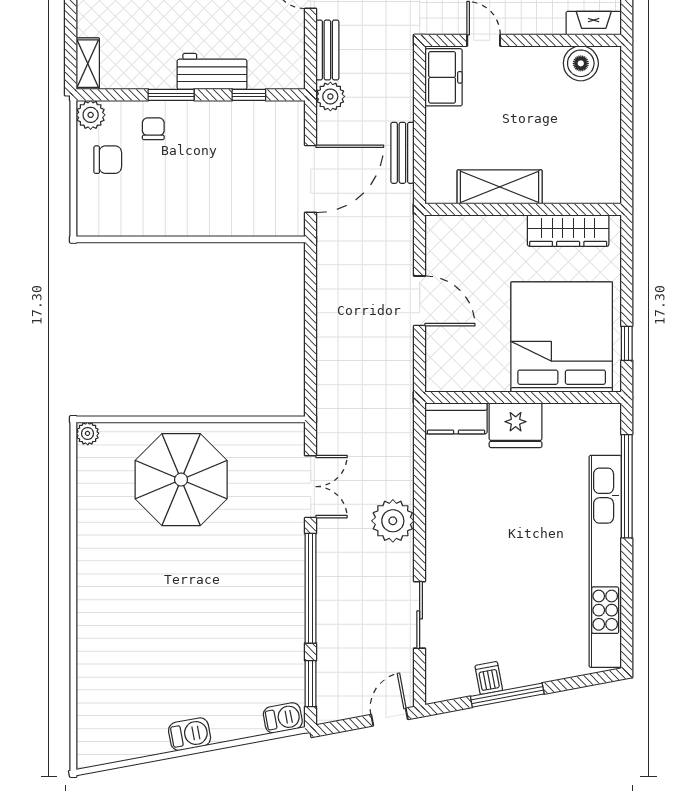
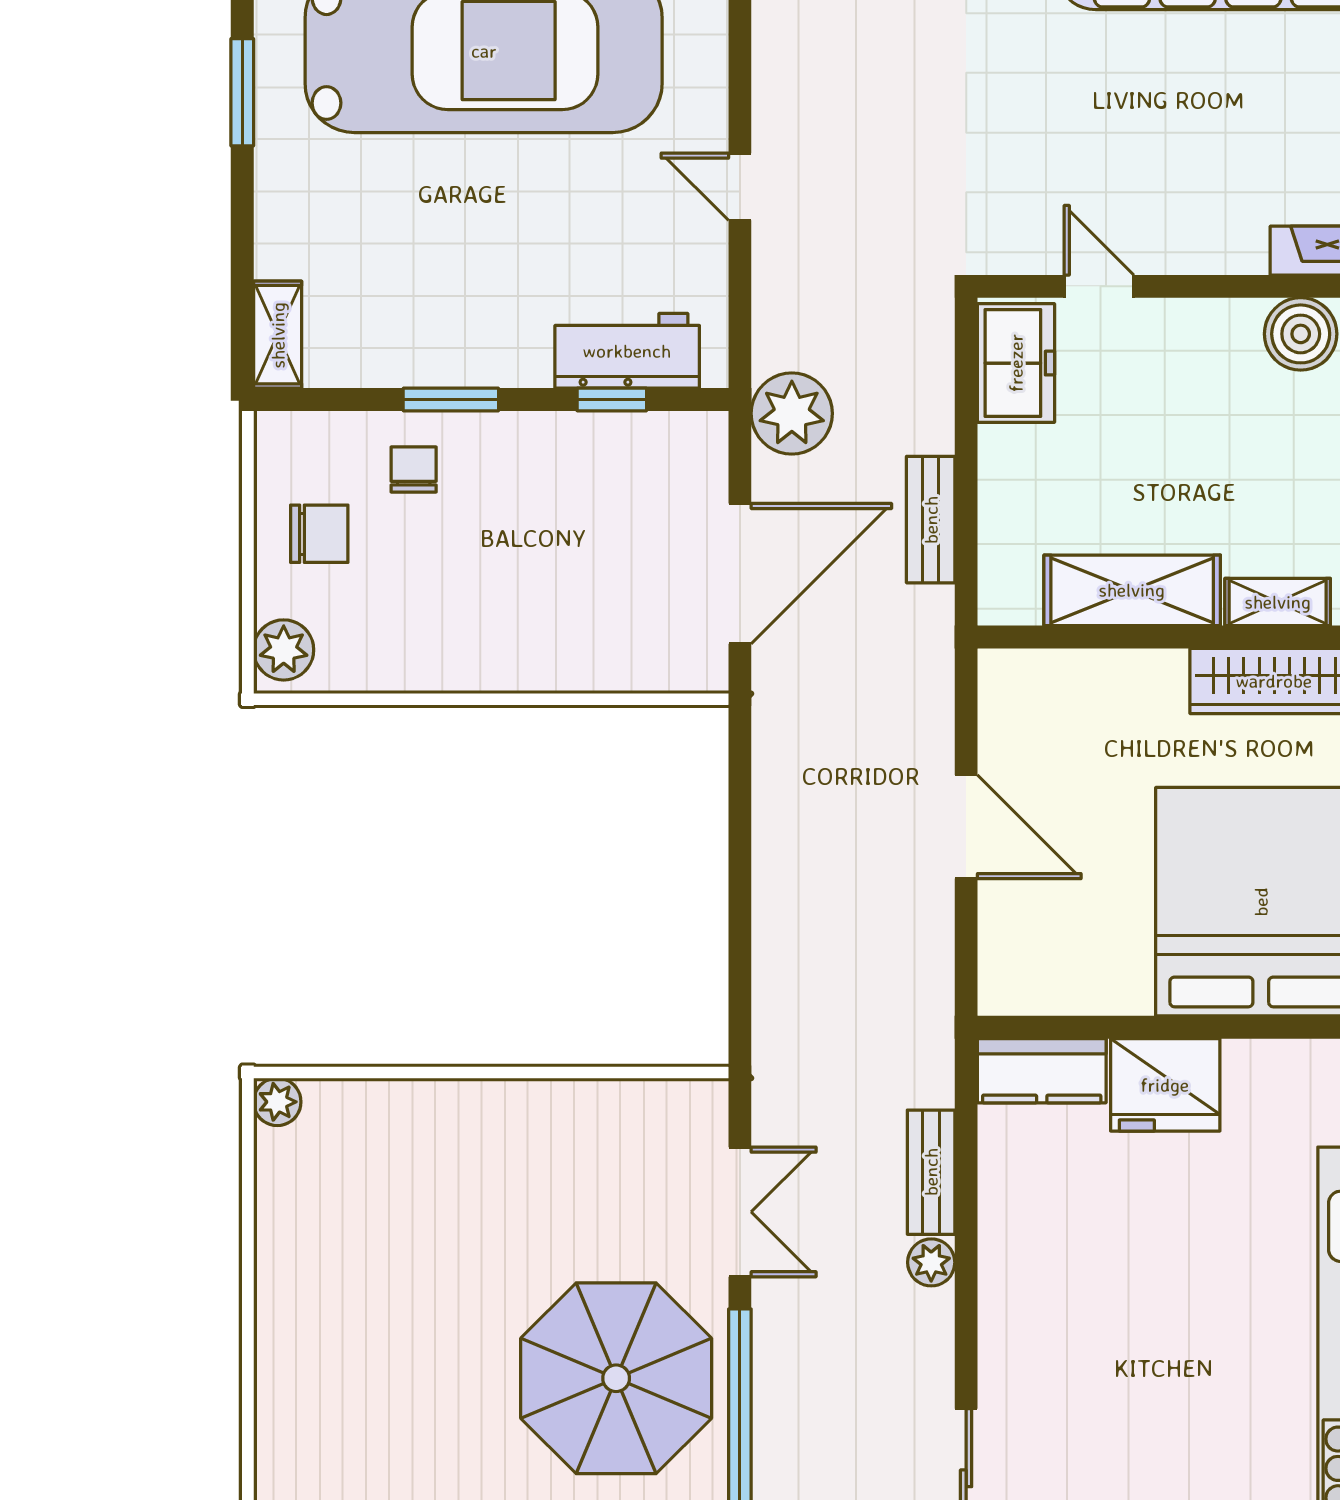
bench: (327, 50) -> (931, 1172), moved
workbench: (212, 71) -> (627, 351), moved
plant: (330, 96) -> (792, 413), width x1.36, depth x1.36
plant: (91, 115) -> (284, 650), moved
shelving: (570, 193) -> (1278, 602), added
parasol: (181, 480) -> (616, 1378), moved
plant: (393, 521) -> (931, 1262), width x0.53, depth x0.53

